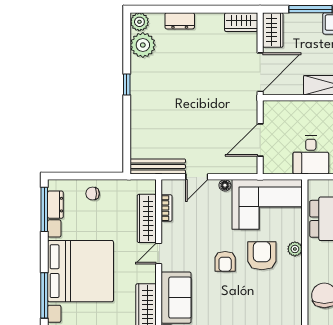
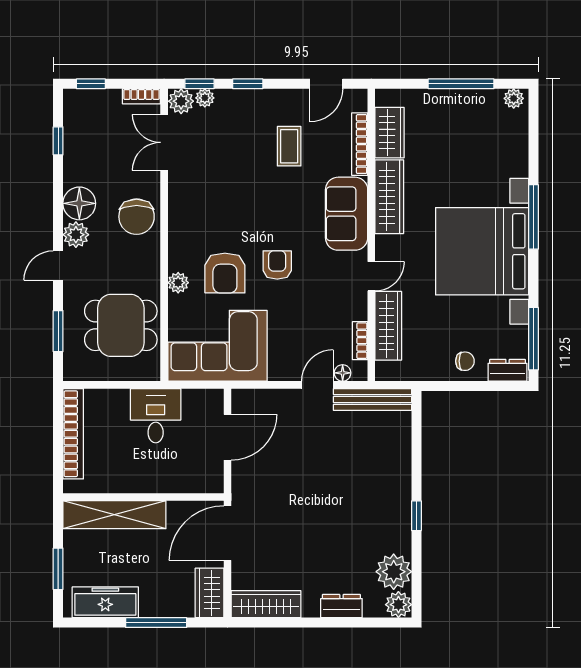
wardrobe: (241, 22) -> (266, 604), width x1.50
floor lamp: (225, 185) -> (343, 373), moved
dresser: (55, 205) -> (508, 370), moved, turned 90

